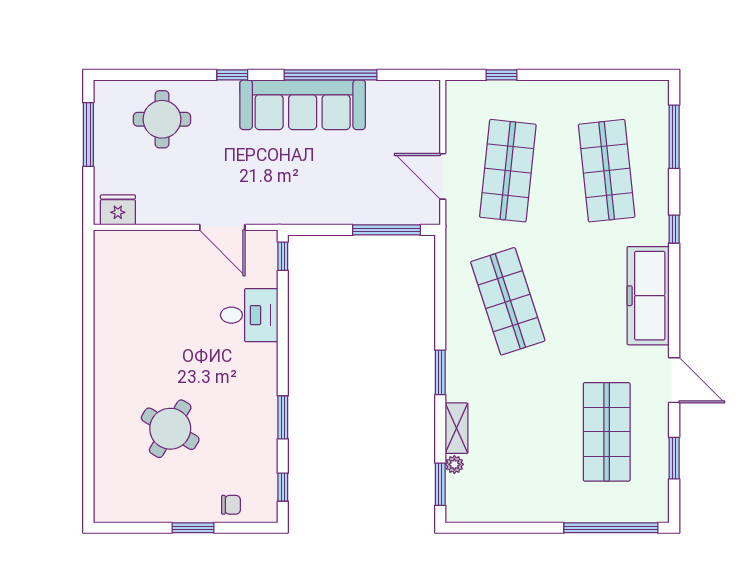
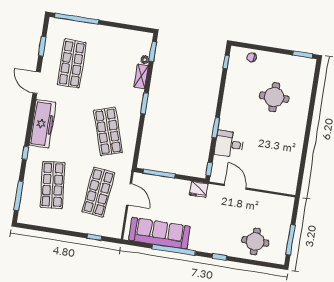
sofa: (303, 105) -> (159, 233), moved
fridge: (118, 210) -> (199, 189), moved
window: (283, 417) -> (216, 128), moved
round table: (170, 429) -> (274, 97), turned -31
window: (193, 528) -> (303, 55), moved

